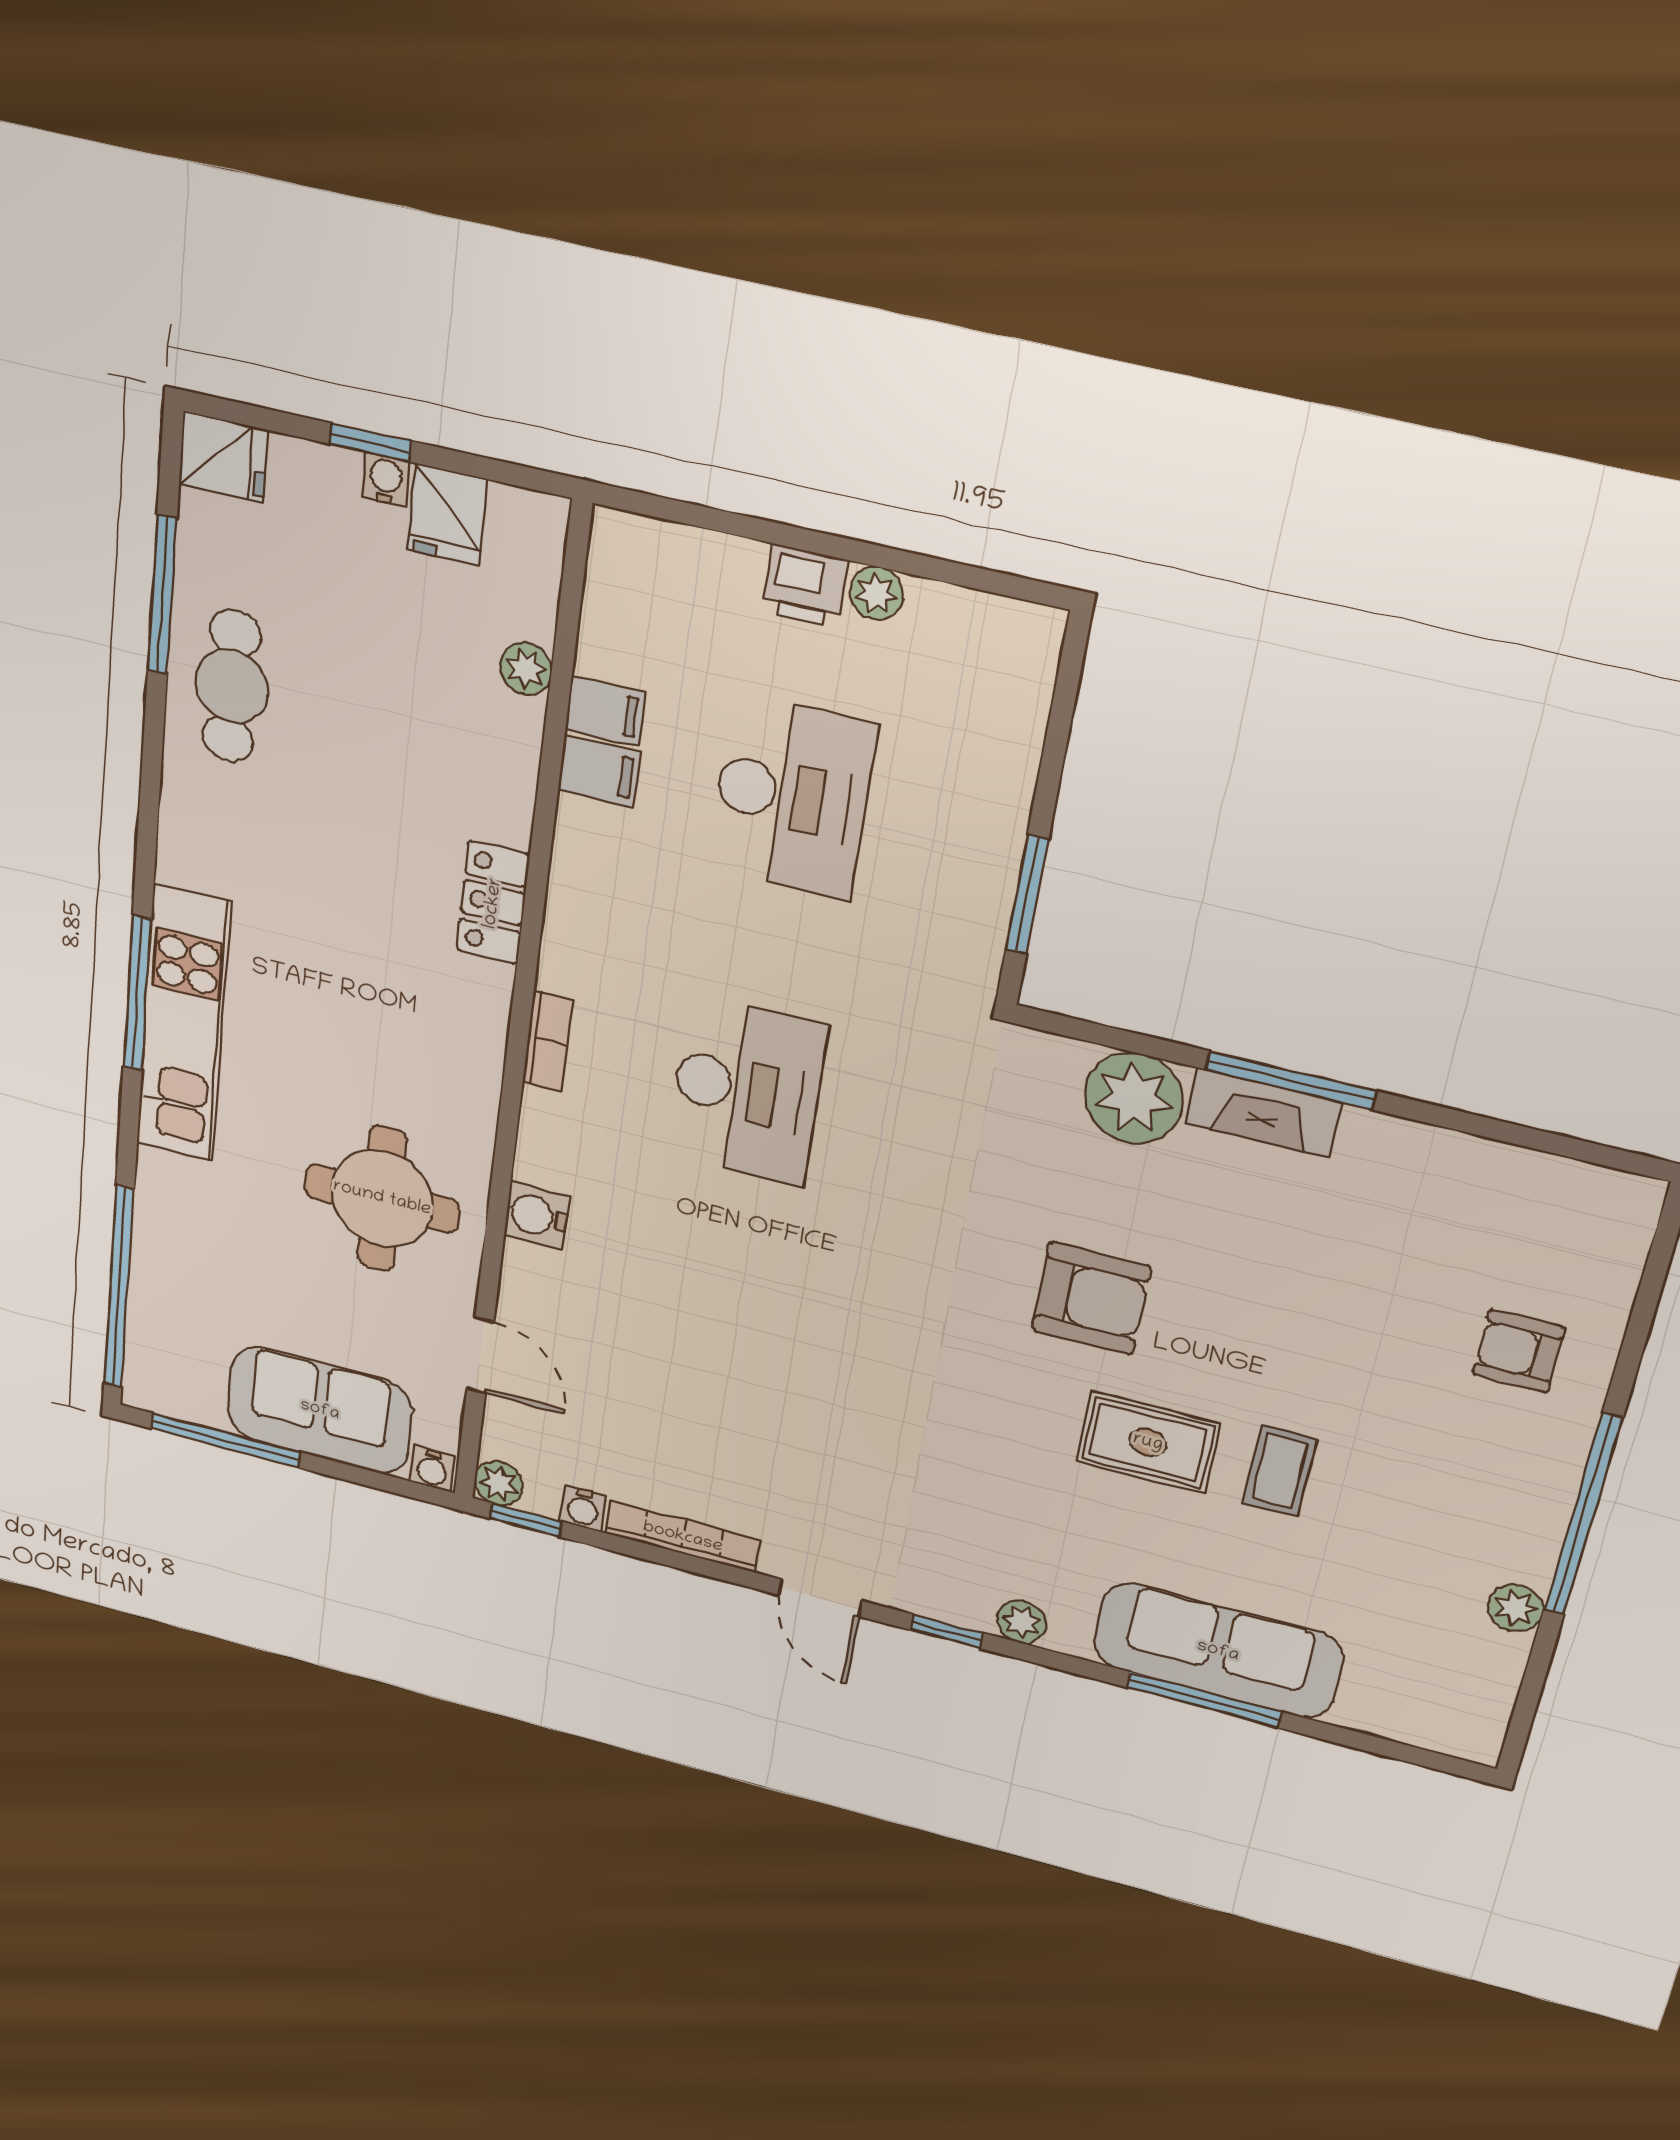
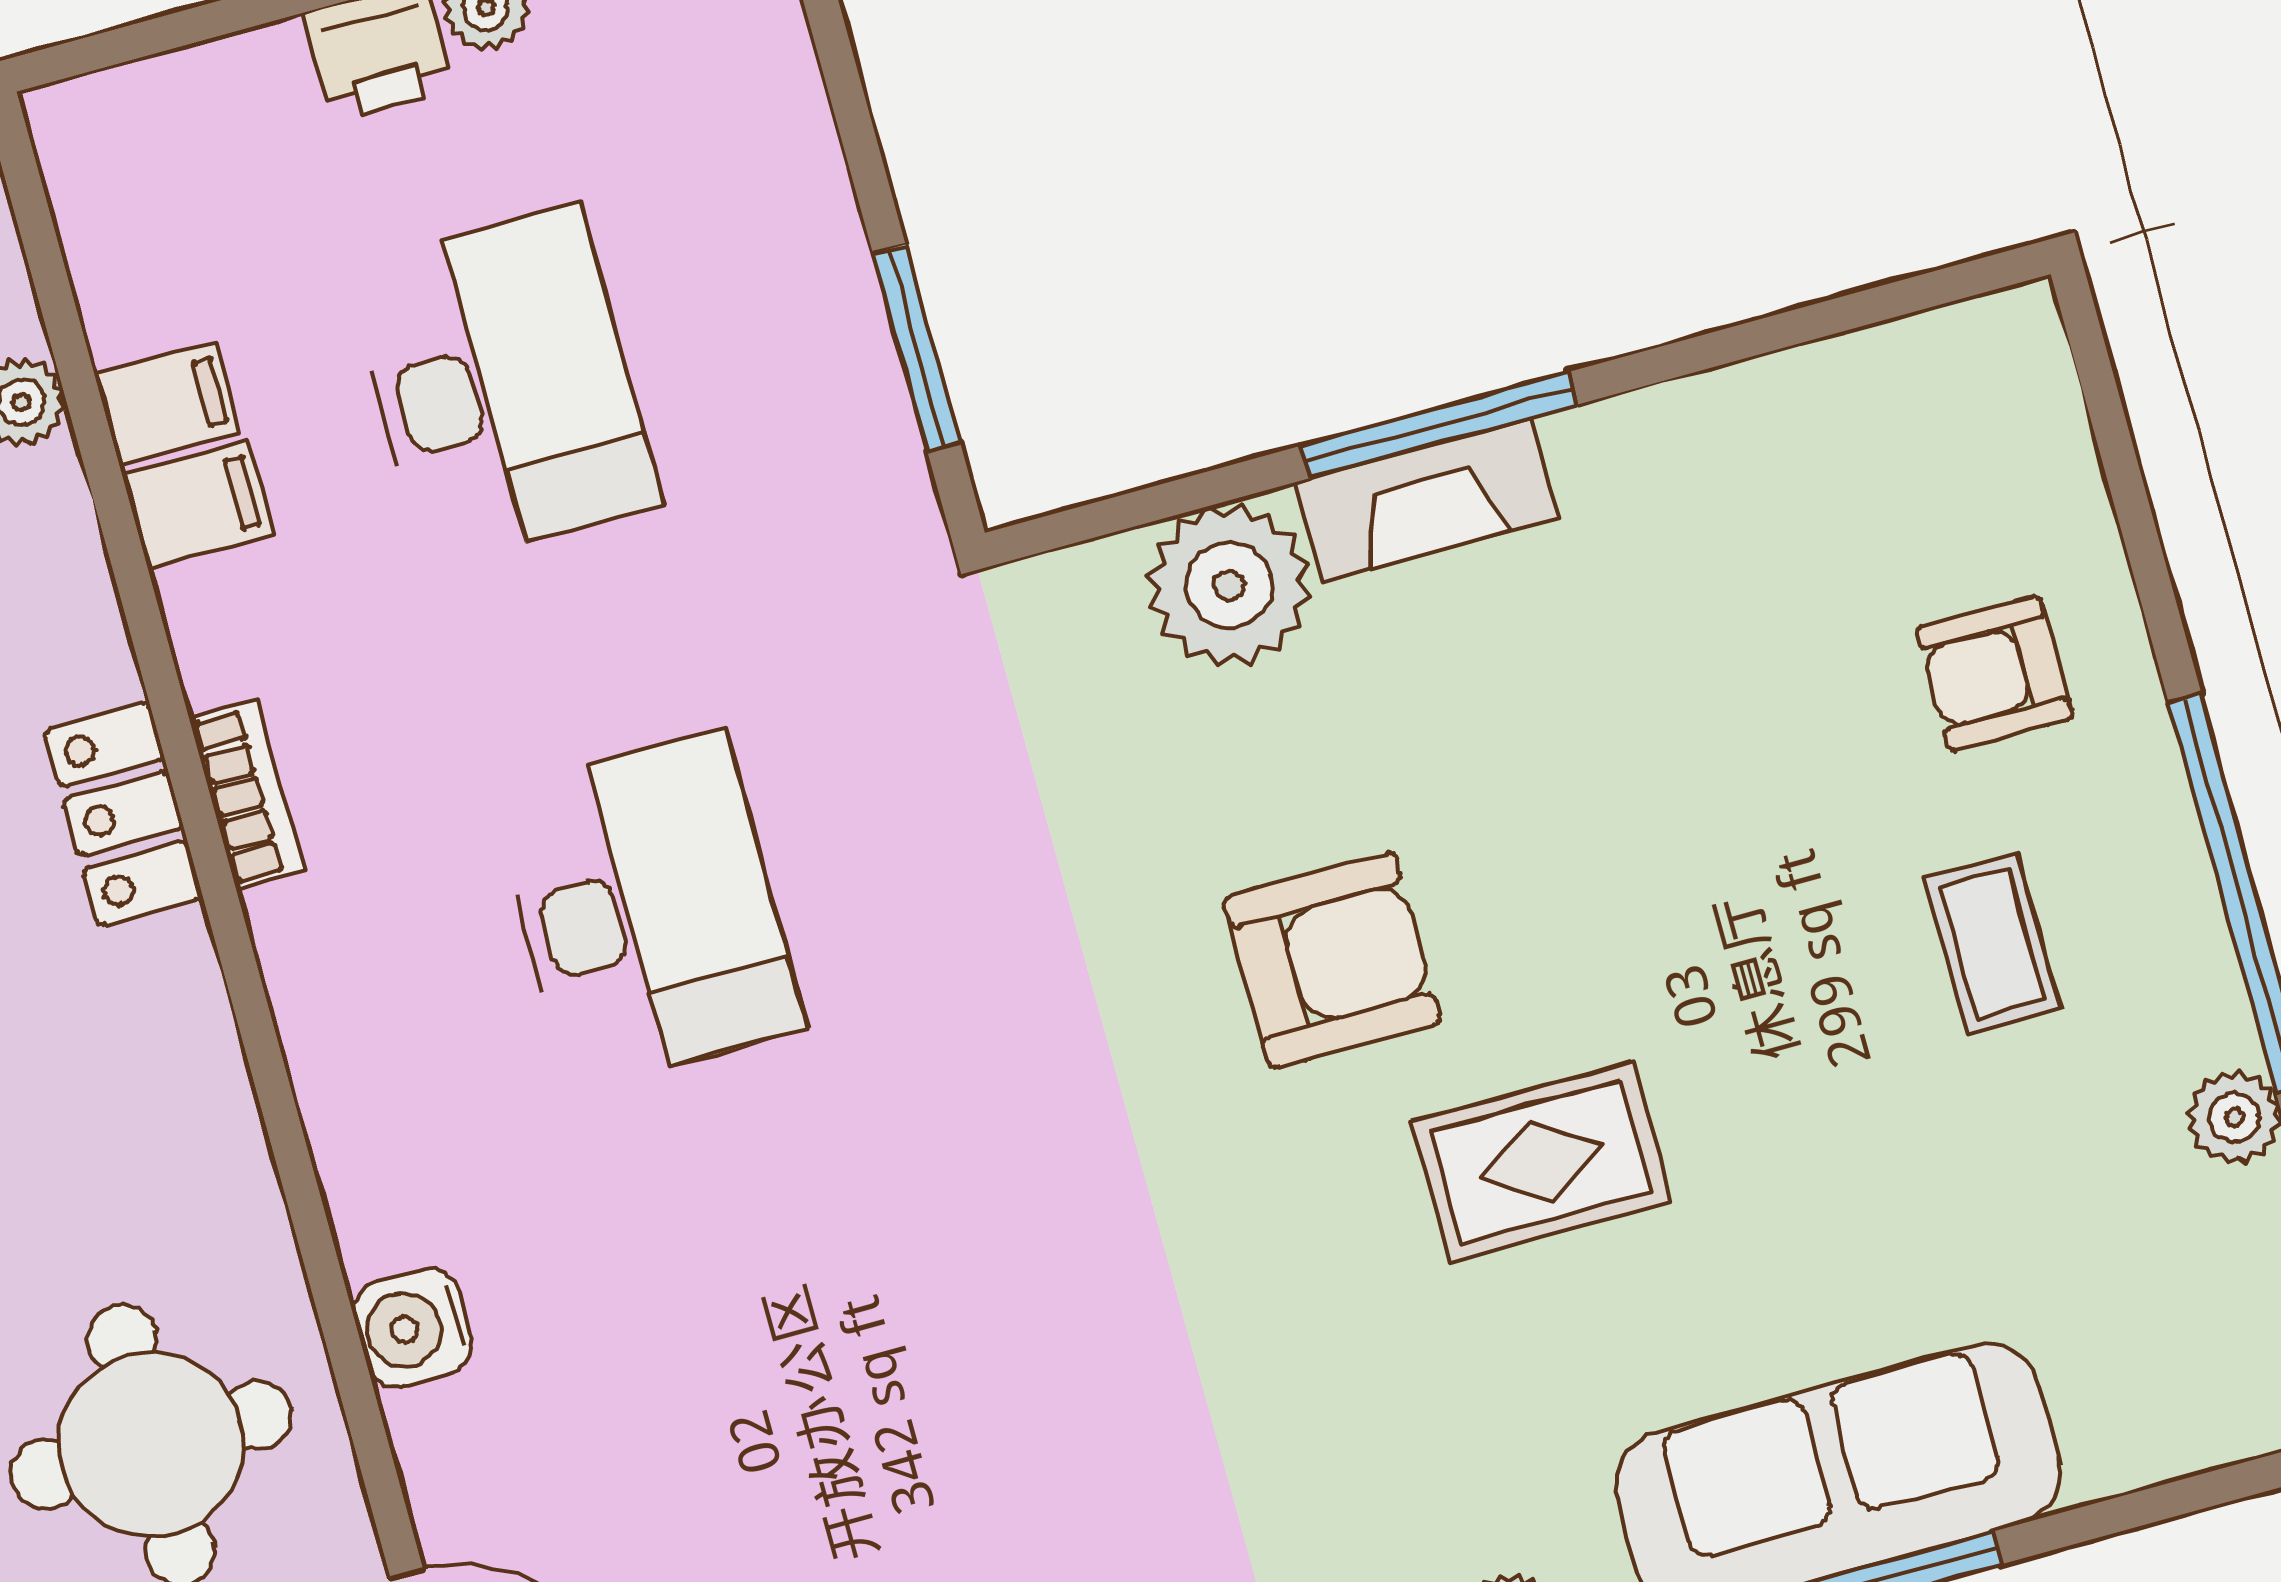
bookcase: (548, 1041) -> (246, 795), moved
coffee table: (1280, 1471) -> (1992, 944), moved

